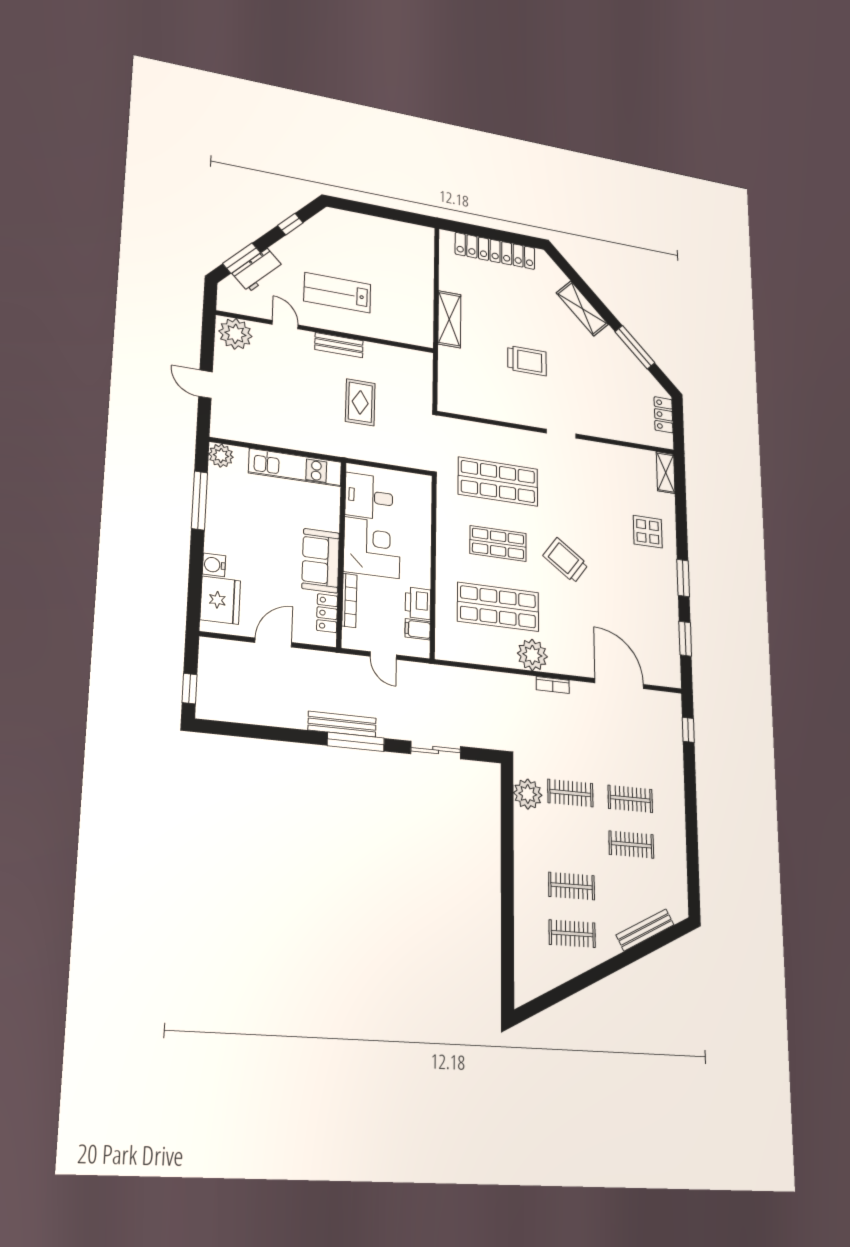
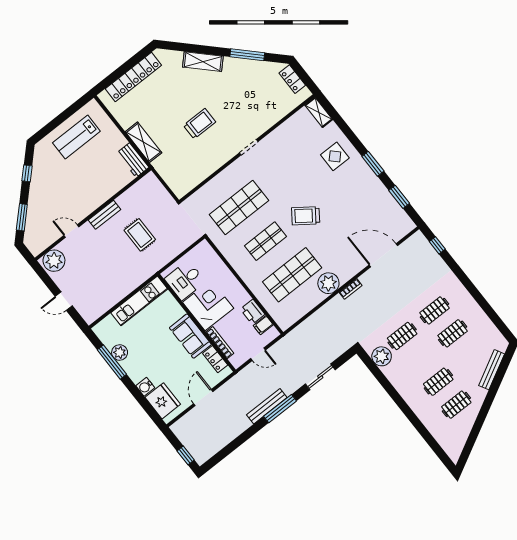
workbench: (258, 270) -> (133, 160), moved, turned 135
lab bench: (337, 293) -> (76, 137), moved
plant: (221, 456) -> (120, 352), moved

